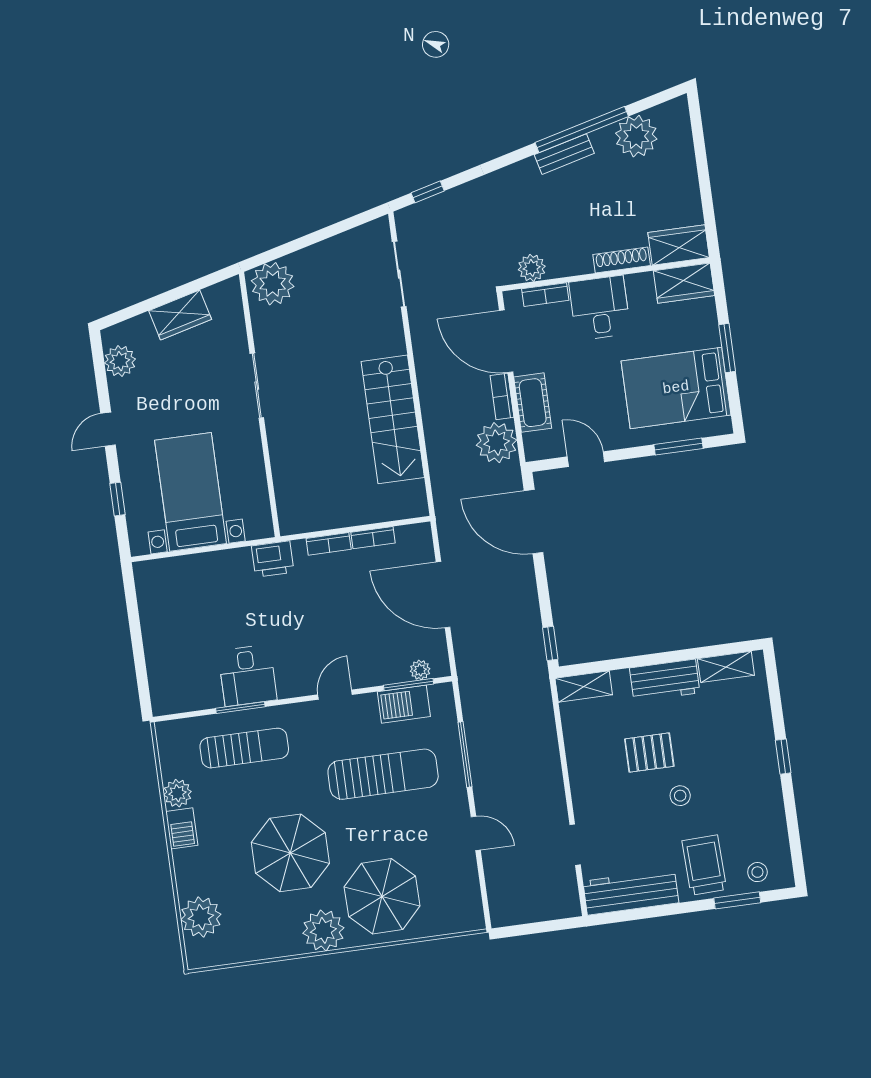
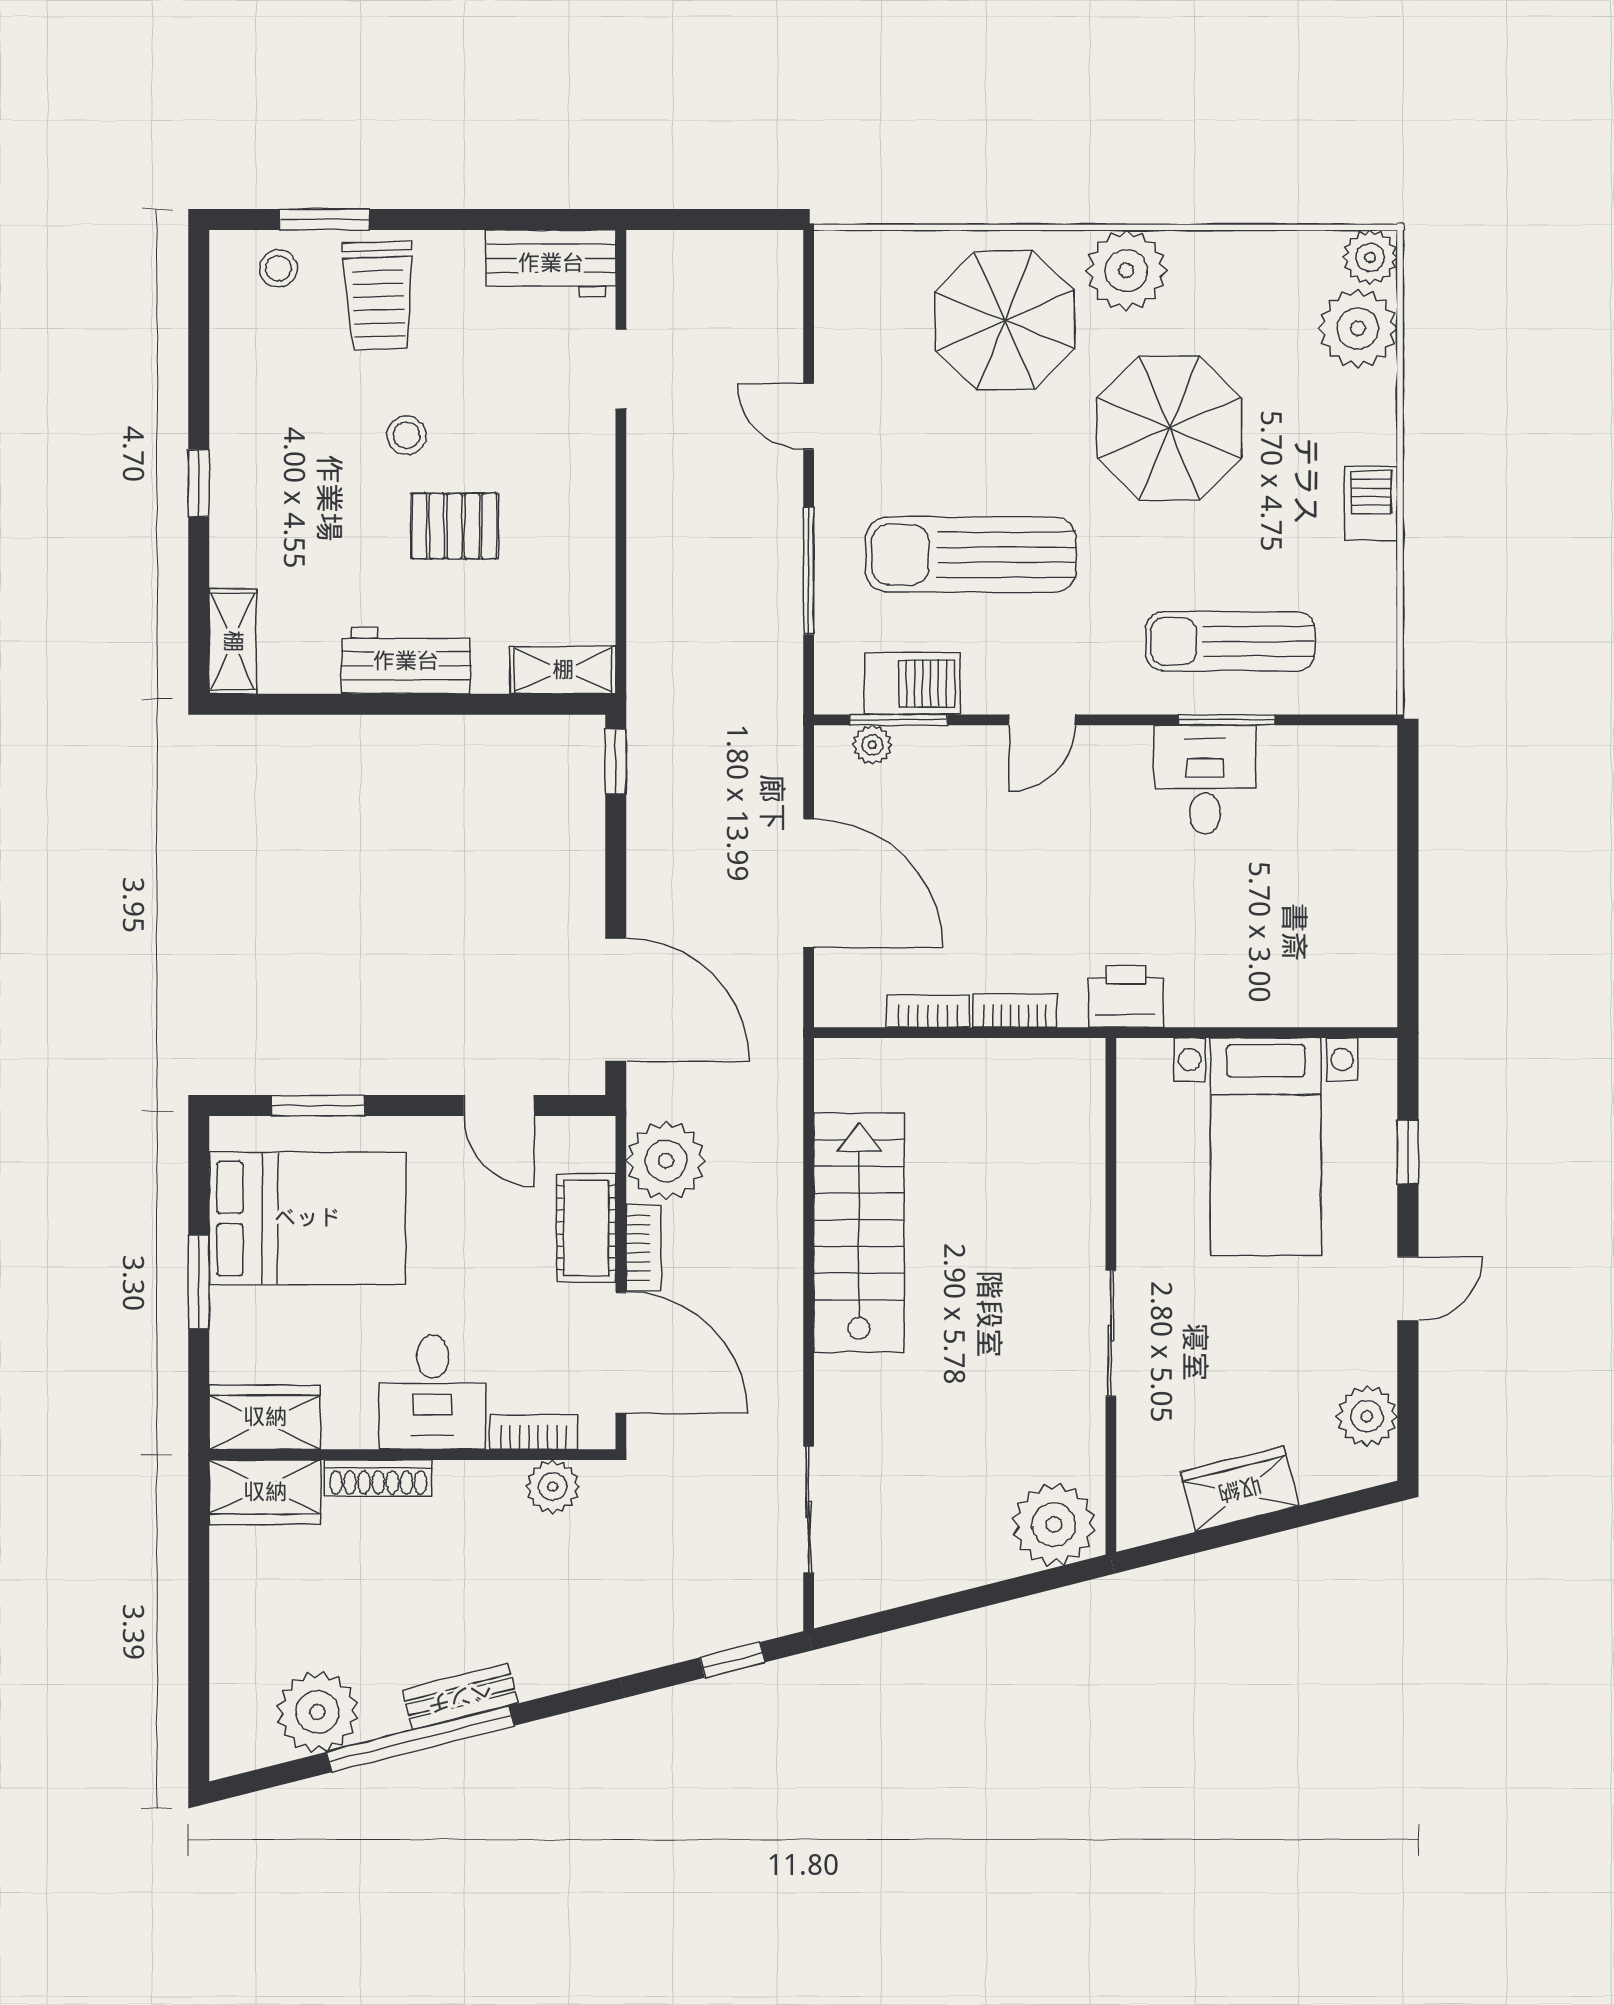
shelving: (726, 667) -> (233, 641), moved, turned 90
plant: (177, 793) -> (1370, 257), moved
workbench: (631, 892) -> (551, 263), width x0.73

